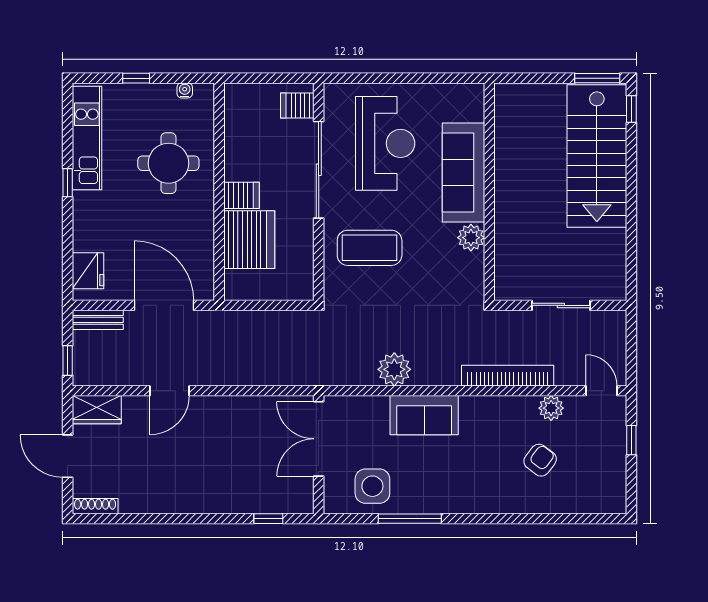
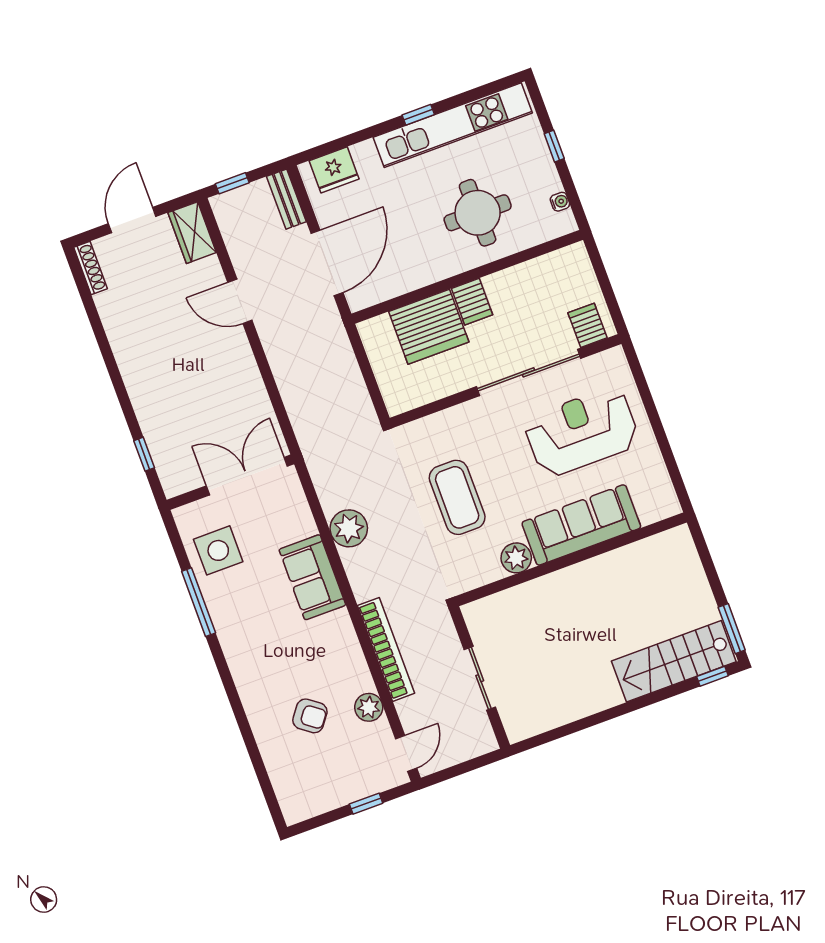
kitchen unit: (87, 138) -> (453, 125), width x1.36
reception desk: (385, 143) -> (582, 432), turned 180
stairs: (597, 156) -> (674, 661), width x0.73, depth x0.66
coffee table: (370, 248) -> (457, 497), moved

